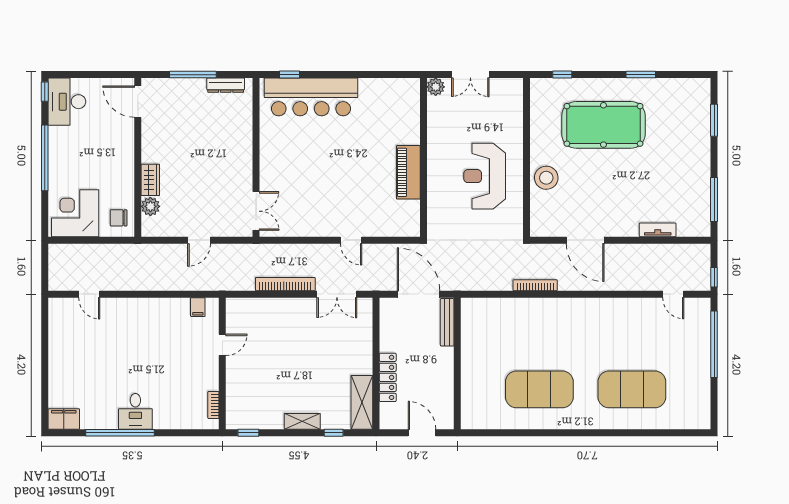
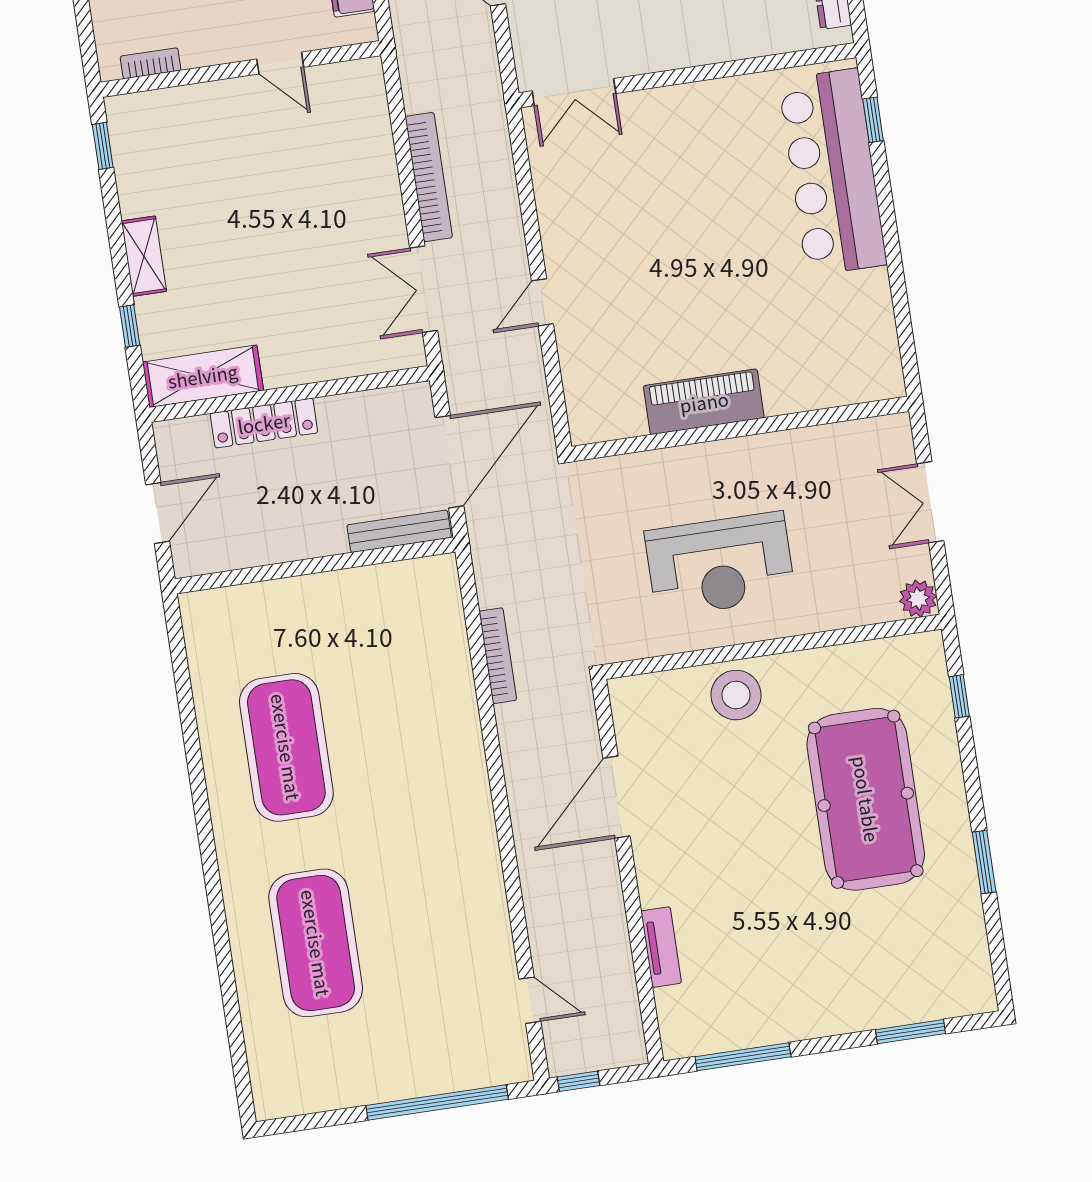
plant: (436, 87) -> (918, 599), moved
reception desk: (485, 176) -> (720, 564), turned 180
bookcase: (535, 285) -> (498, 656), moved
door: (673, 294) -> (530, 1000), swing flipped

